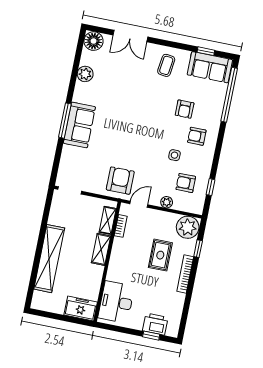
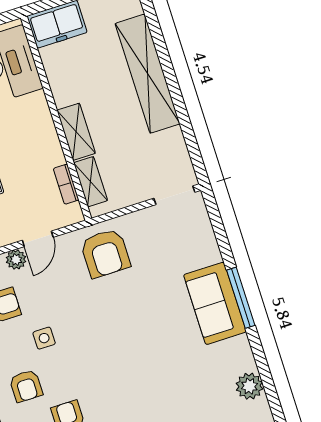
armchair: (197, 136) -> (26, 386), turned 90
door: (139, 204) -> (38, 239), moved

